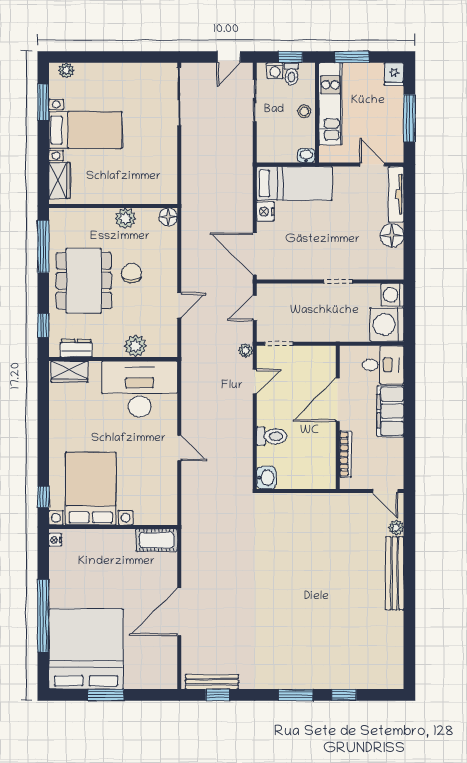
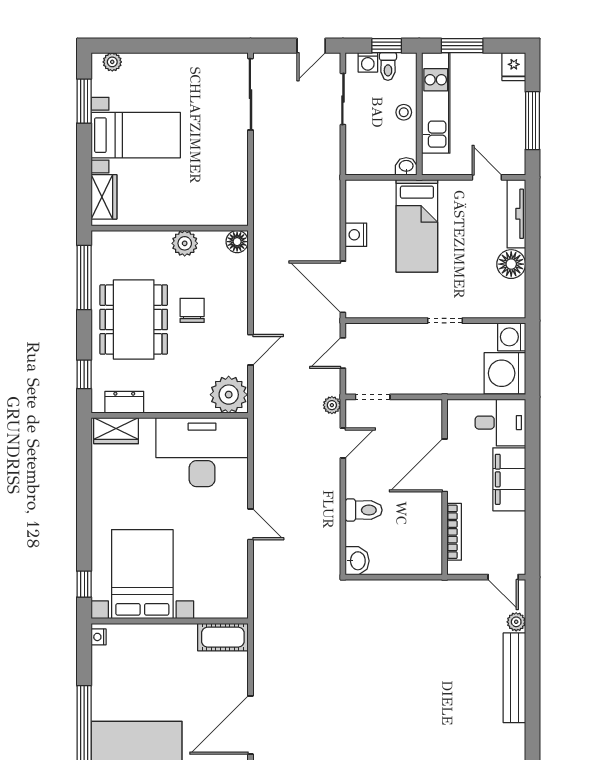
bed: (294, 183) -> (417, 226), moved, turned 90
plant: (136, 346) -> (229, 395), moved, width x1.36, depth x1.36

